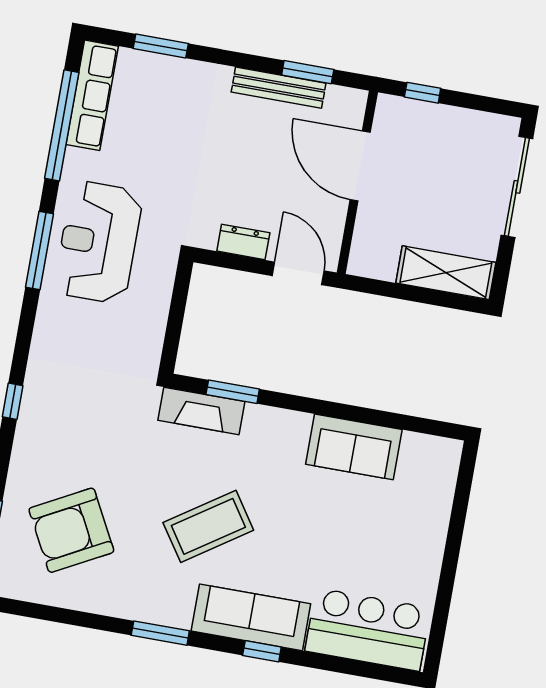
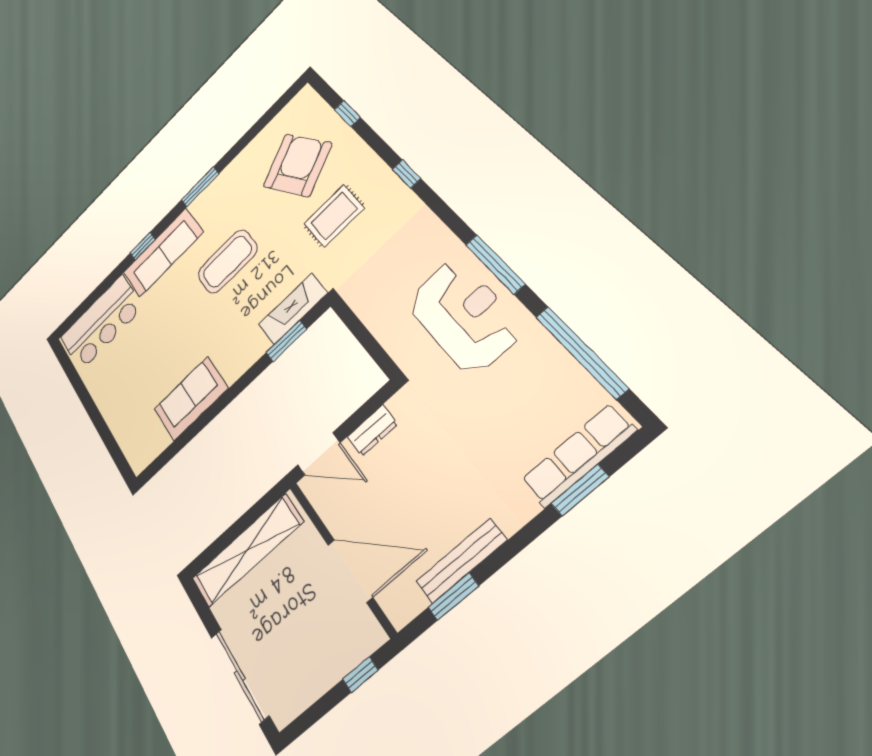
row of seats: (92, 95) -> (578, 455), moved, turned 90
shelving: (446, 273) -> (247, 550), width x1.47
rug: (94, 444) -> (334, 216), added
coffee table: (208, 526) -> (227, 262), turned 34

